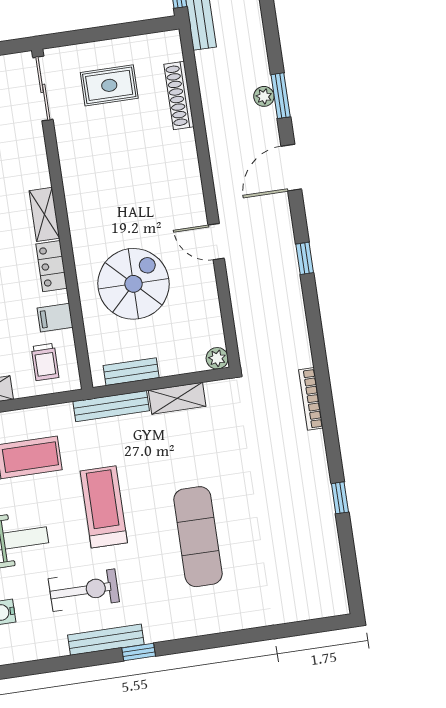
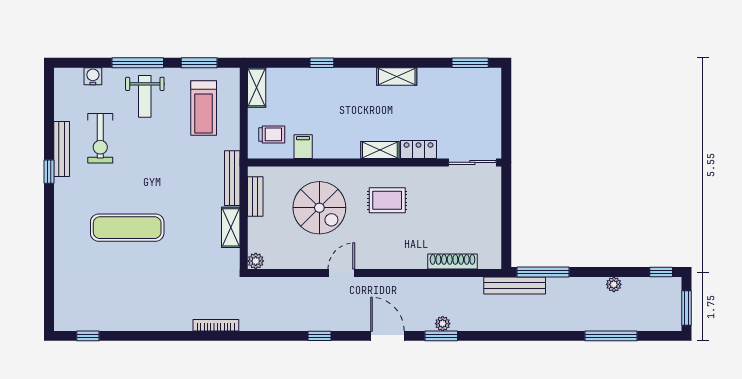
rug: (109, 85) -> (387, 200), moved, turned 90
locker: (51, 266) -> (418, 150), moved
trolley: (45, 362) -> (272, 134), turned 180
window: (340, 498) -> (88, 336), moved
treadmill: (104, 507) -> (159, 162), removed

